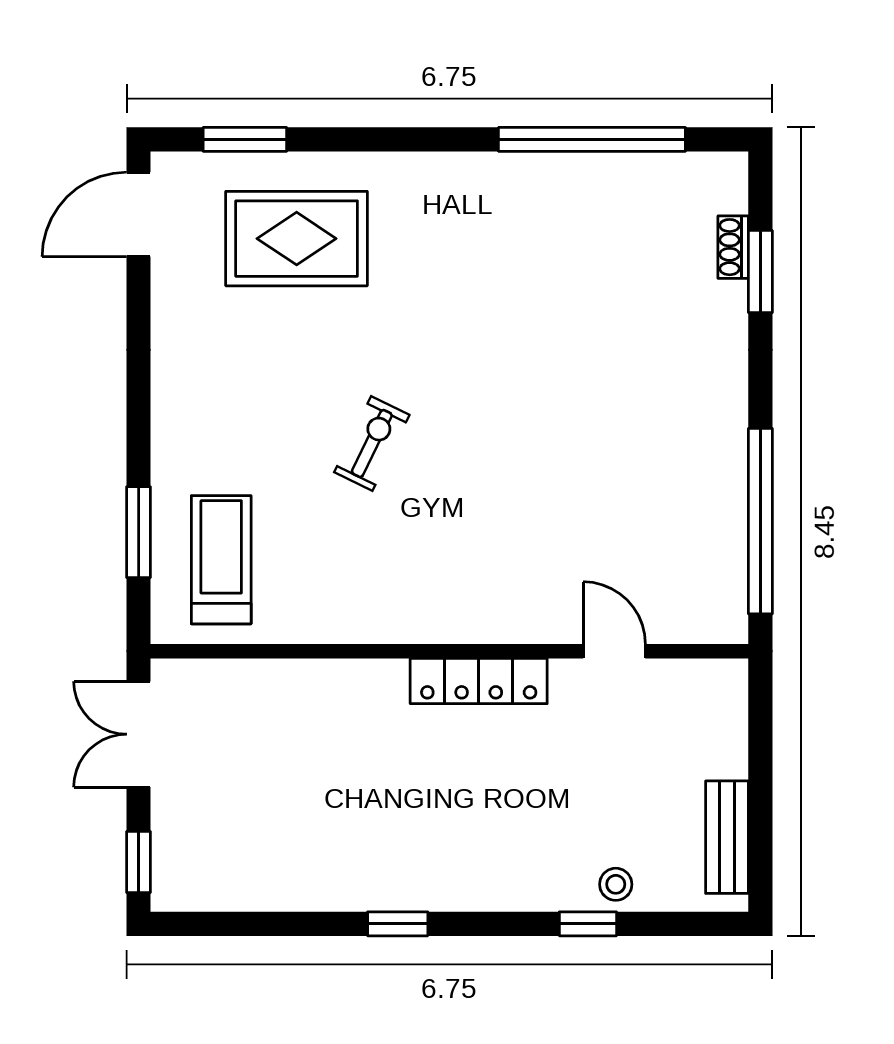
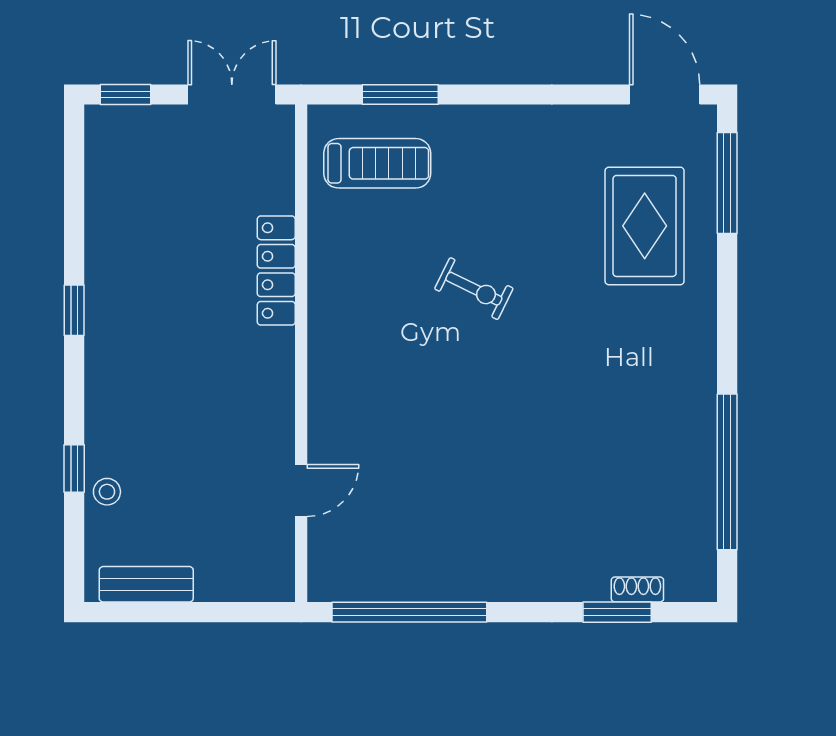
window: (245, 139) -> (727, 183), width x1.44
locker: (479, 681) -> (276, 271), moved

